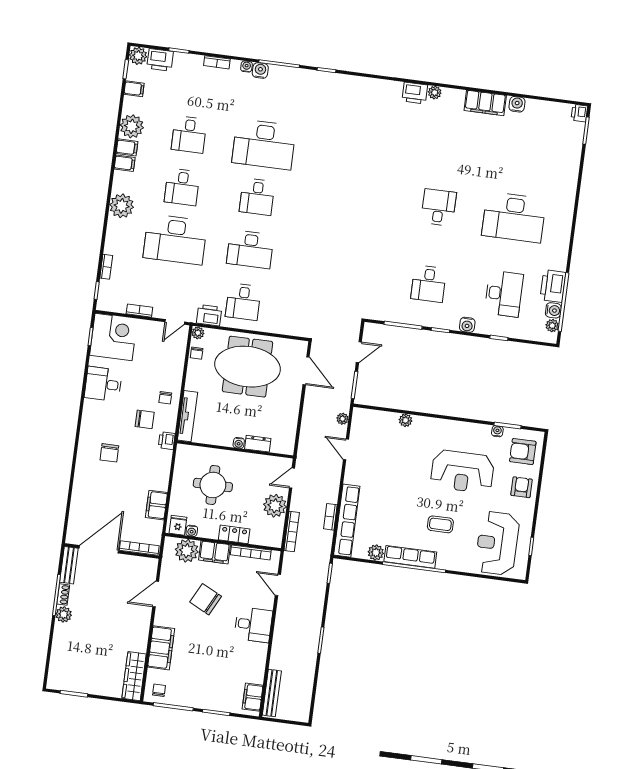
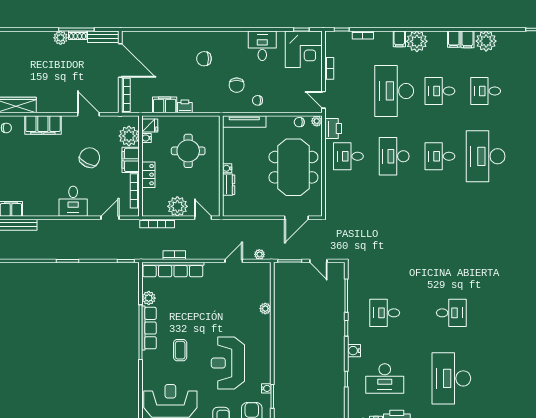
filing cabinet: (134, 89) -> (399, 39), moved
printer: (167, 441) -> (185, 106), moved

